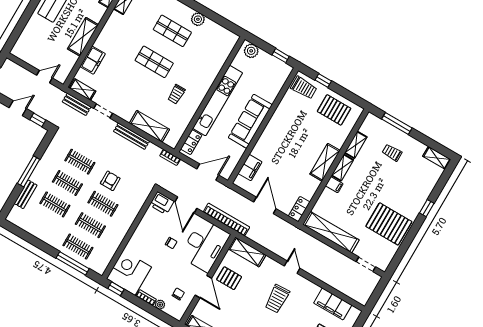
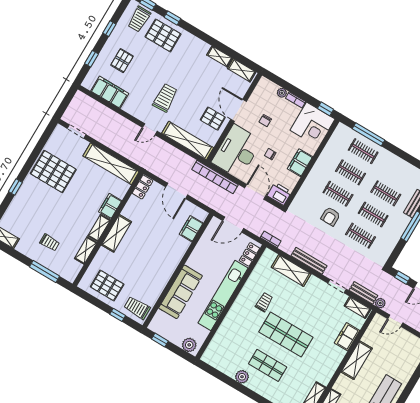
shop shelf: (154, 62) -> (286, 335), width x1.43, depth x1.36
plant: (60, 94) -> (380, 303), added
sofa: (250, 121) -> (181, 292), moved
filing cabinet: (334, 185) -> (110, 206), width x2.00
filing cabinet: (141, 234) -> (300, 163), added
shelving: (247, 252) -> (188, 140), width x1.47
door: (292, 267) -> (150, 129), hinge flipped
chair: (178, 294) -> (265, 121), moved

